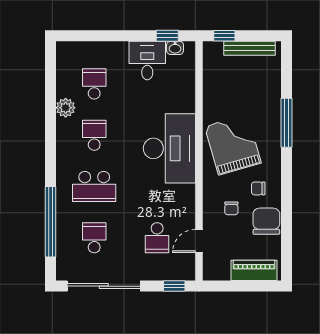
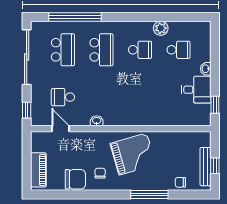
window: (224, 36) -> (215, 166), moved
washbasin: (175, 48) -> (206, 69), moved
desk: (169, 148) -> (130, 106), removed
school desk: (94, 186) -> (101, 50), turned 180
washbasin: (189, 193) -> (97, 121), added
chair: (231, 208) -> (180, 182), moved
school desk: (94, 238) -> (63, 50), width x1.85

